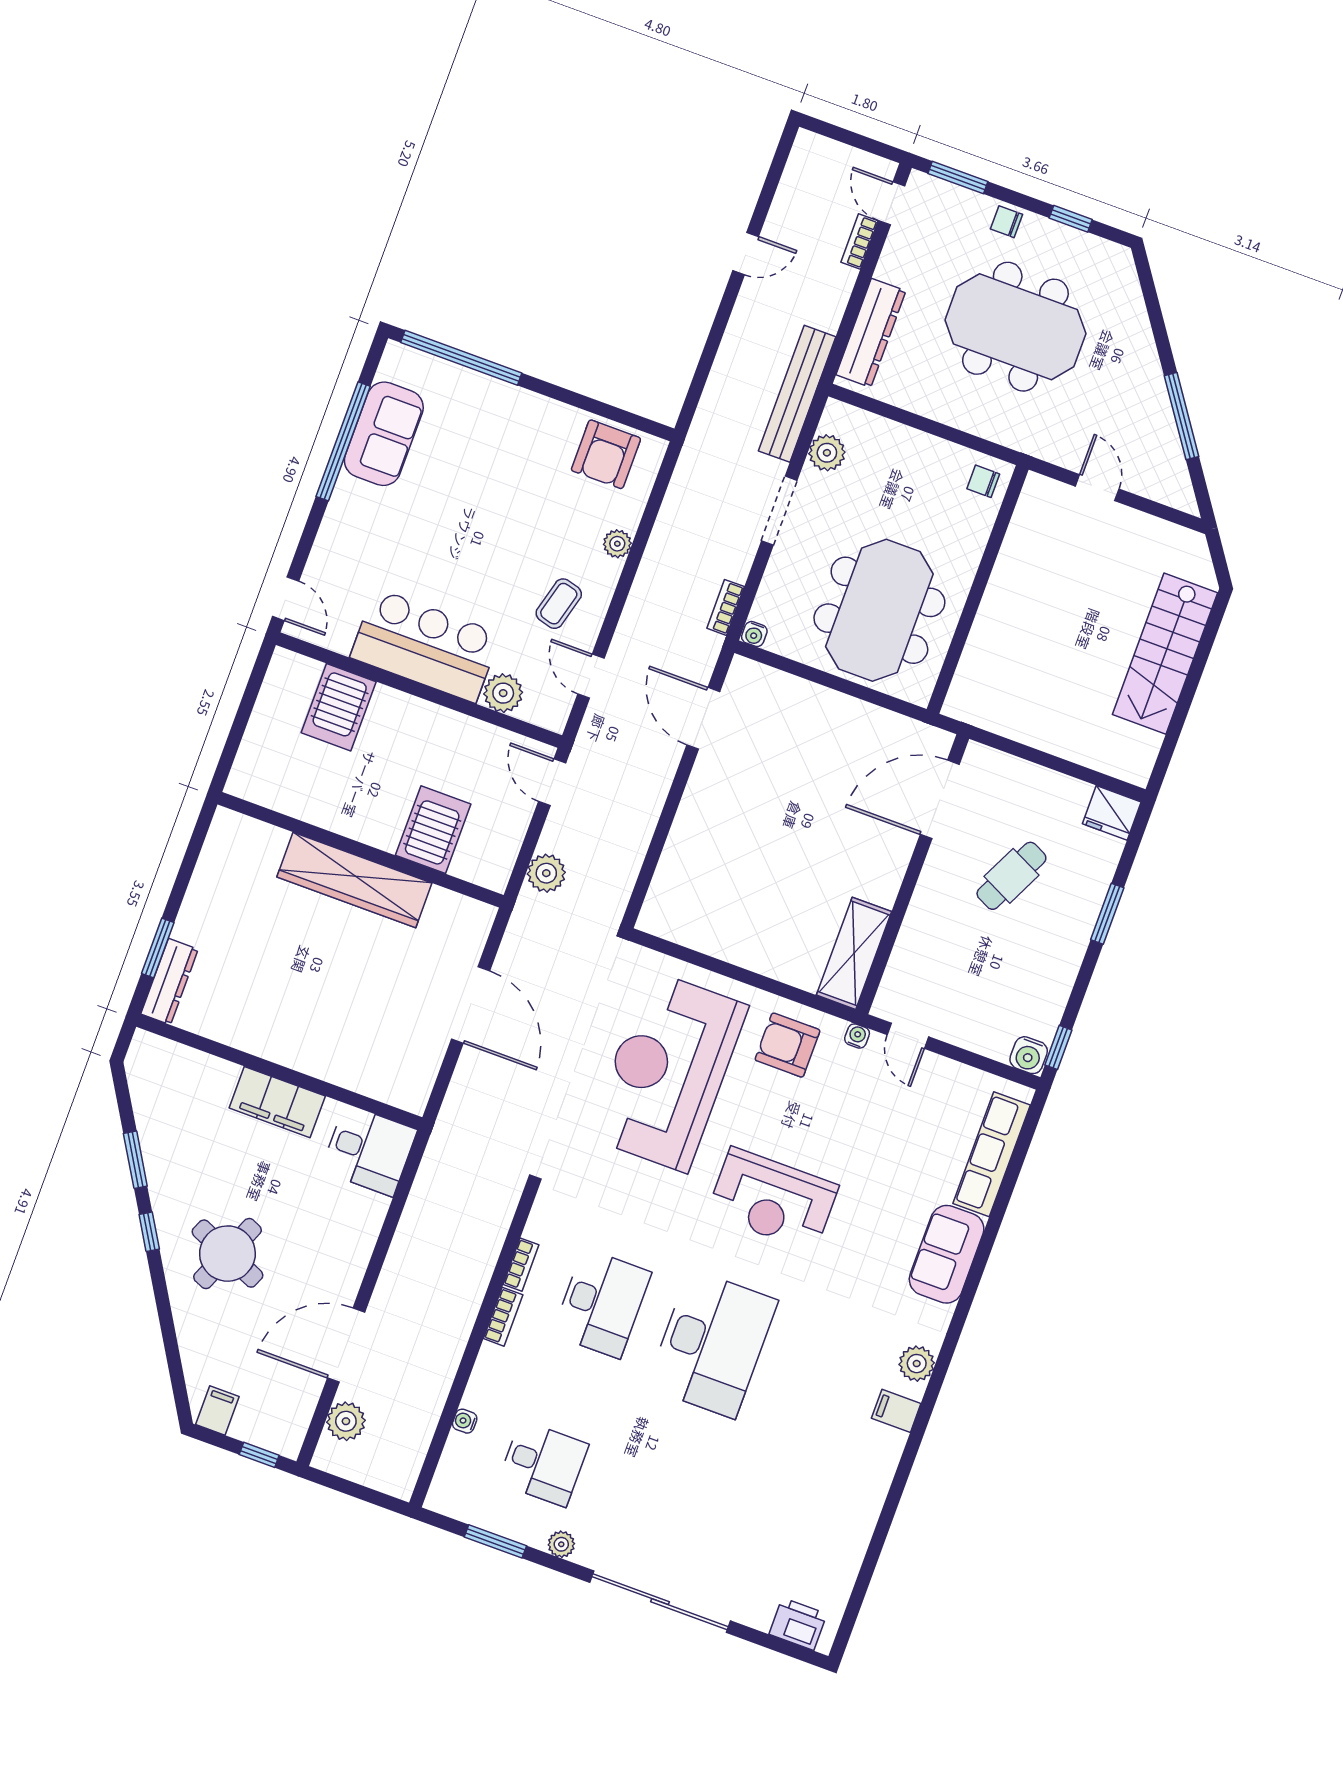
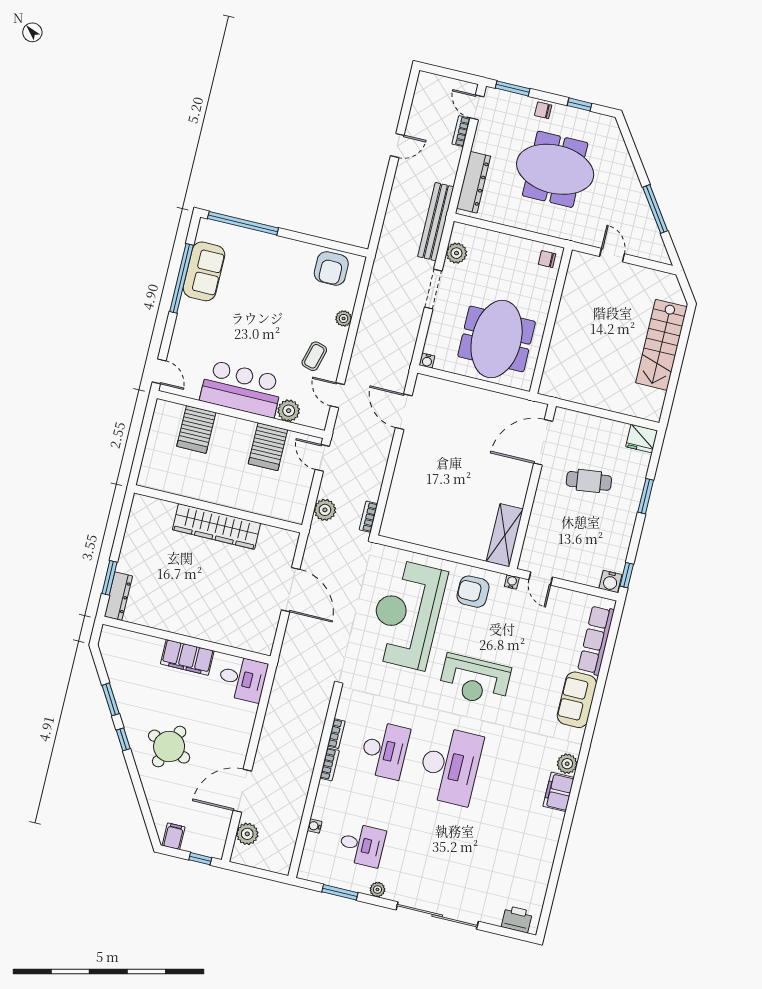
bookcase: (726, 607) -> (369, 517), moved
server rack: (433, 830) -> (268, 447), moved, turned 180
cafe table: (1011, 876) -> (589, 481), turned 57
filing cabinet: (896, 1411) -> (559, 792), width x2.00

